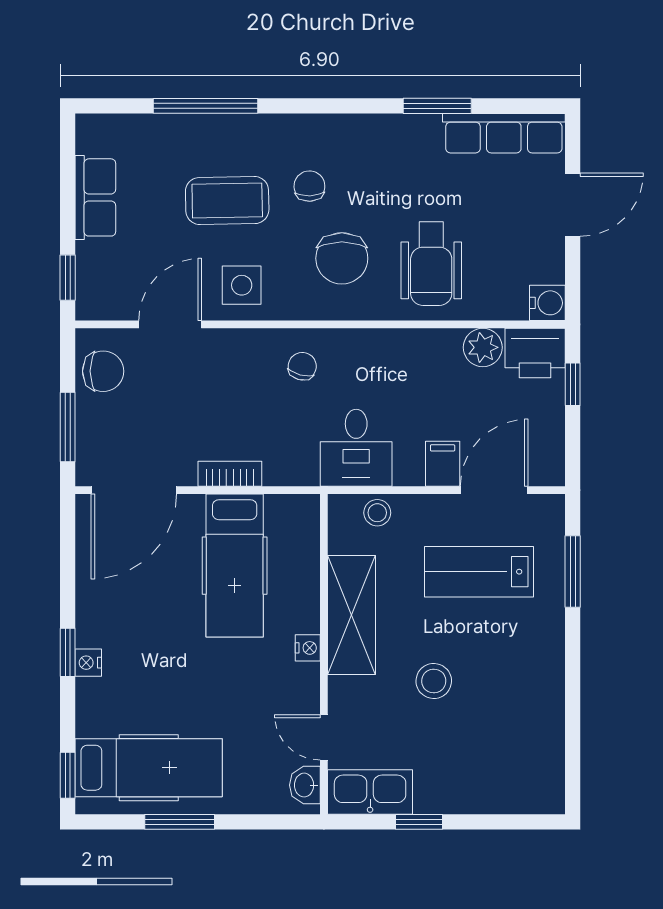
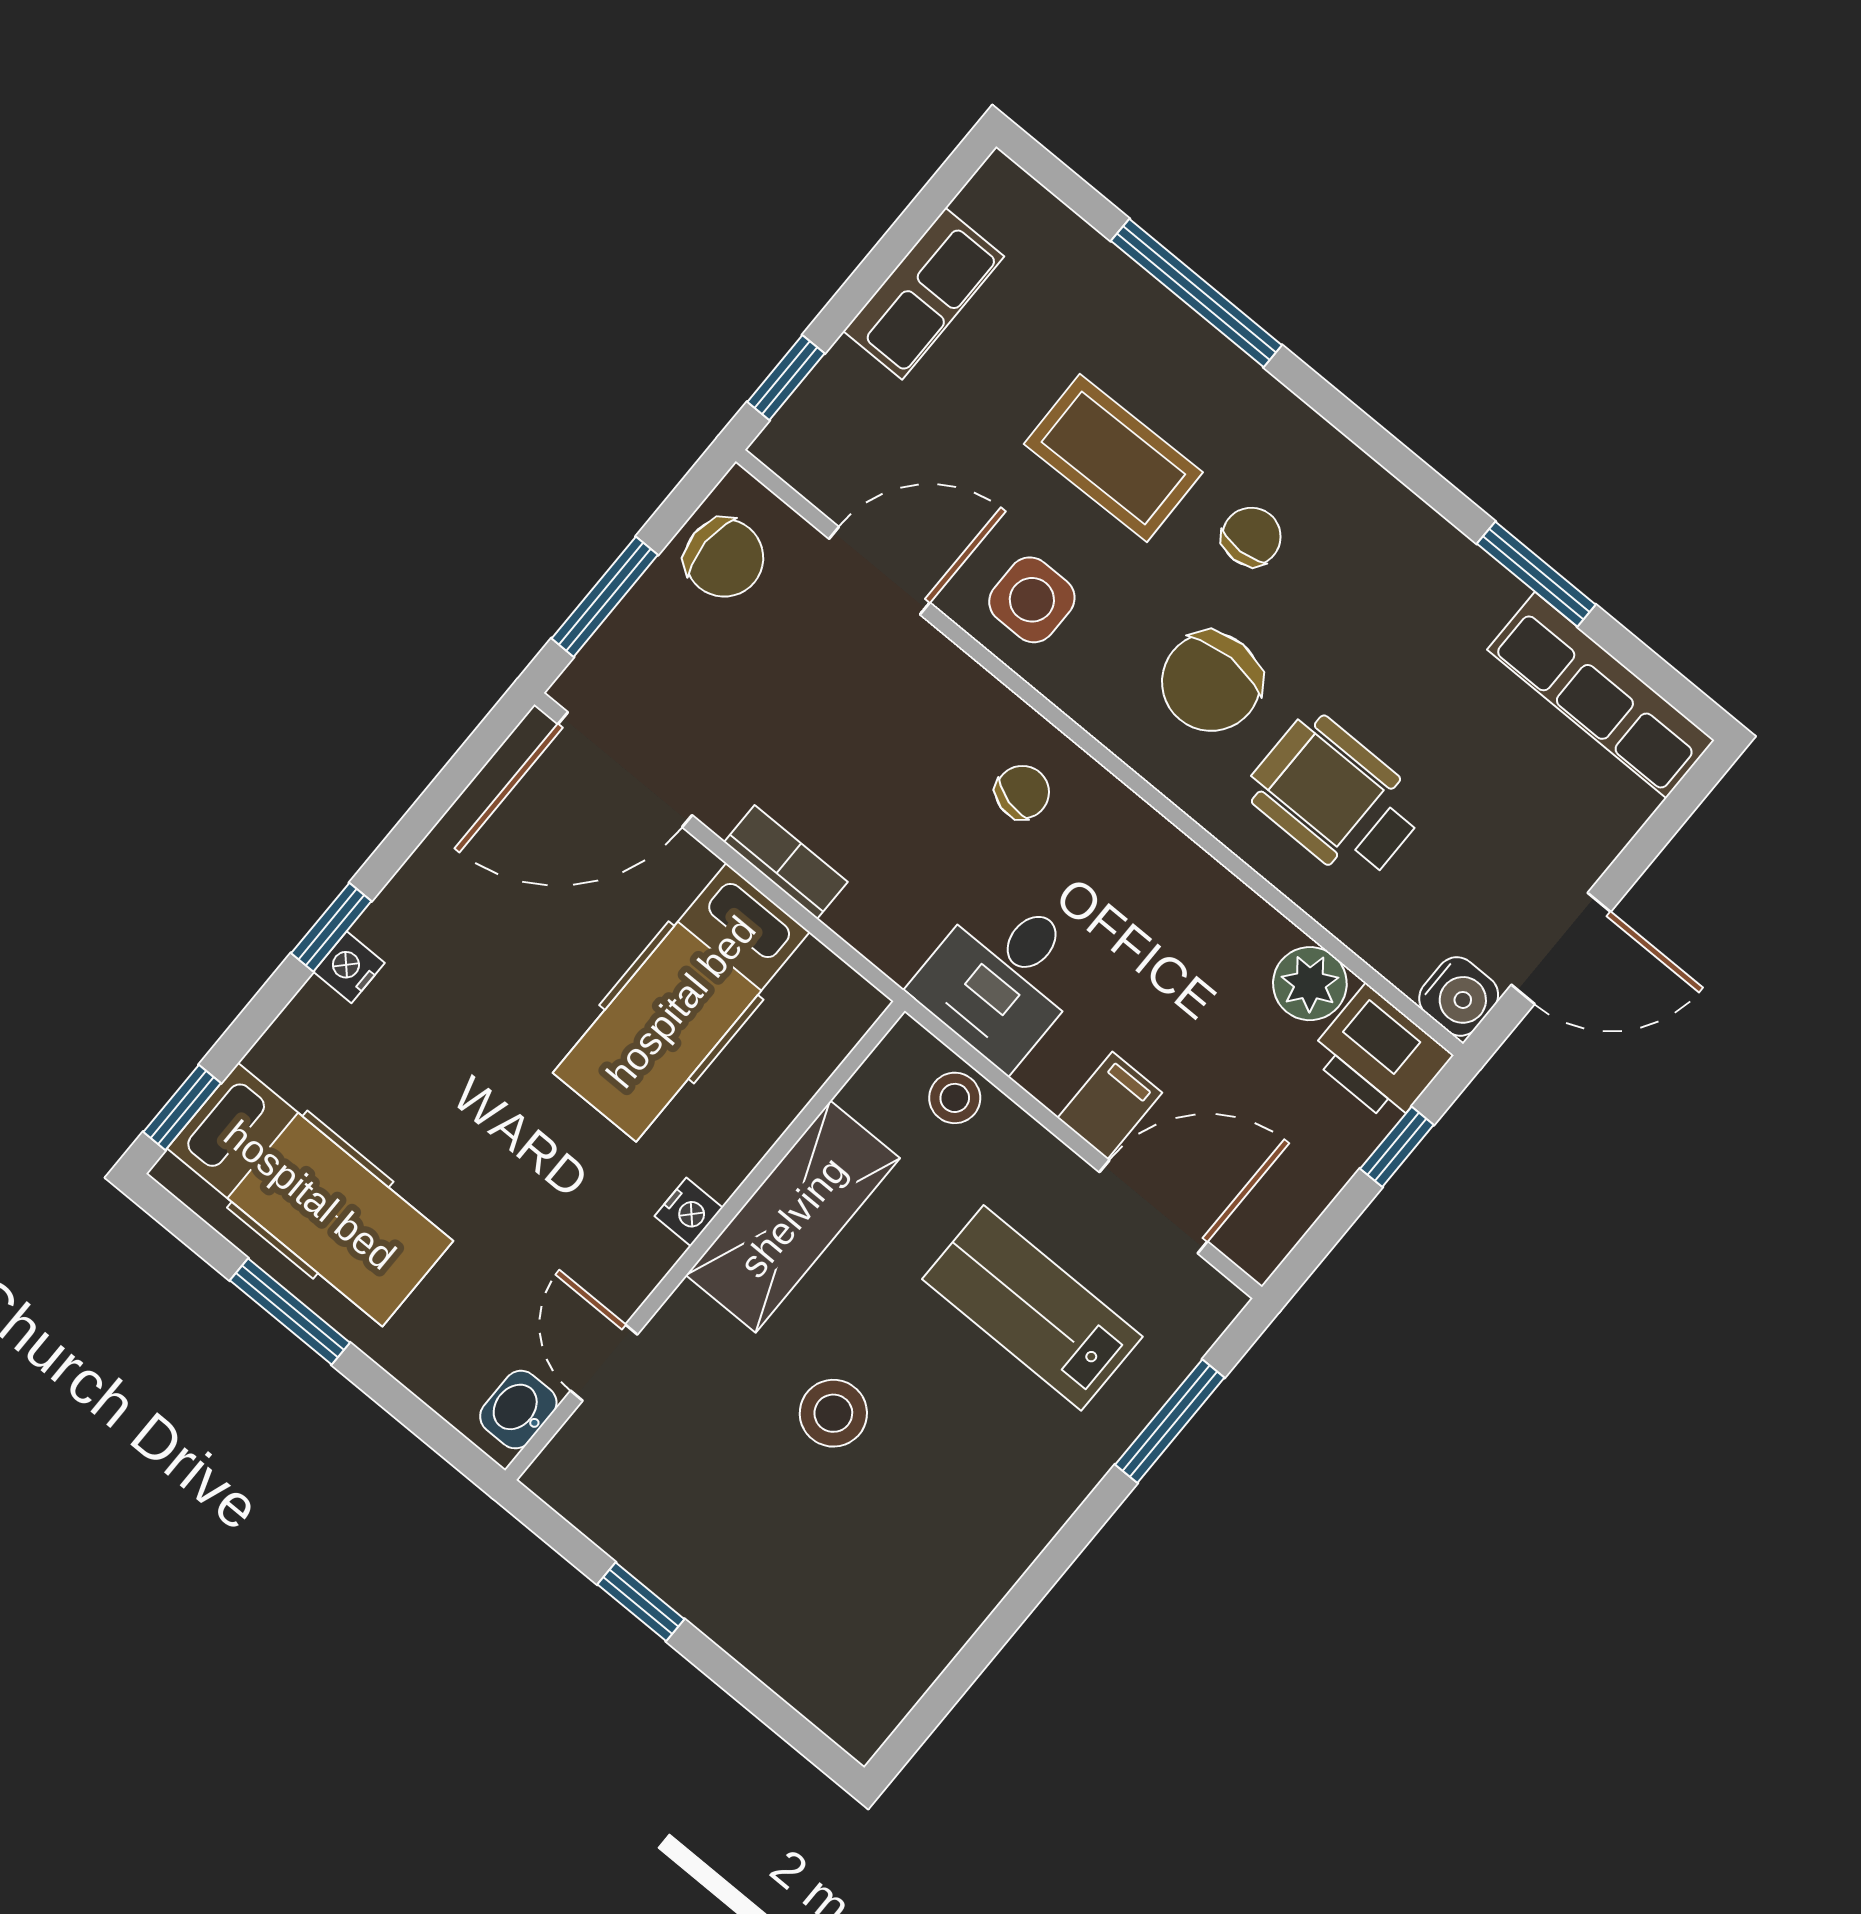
door: (573, 205) -> (1561, 948), moved
wheelchair: (431, 264) -> (1336, 798), turned 90
kitchen sink: (370, 792) -> (605, 1499), removed

